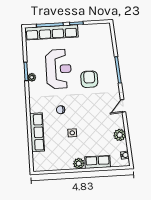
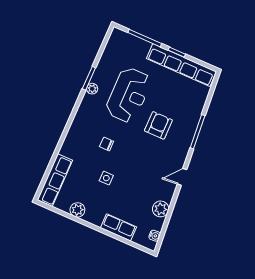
row of seats: (51, 32) -> (181, 65), moved
row of seats: (37, 132) -> (55, 180), moved
plant: (79, 164) -> (77, 210), moved

